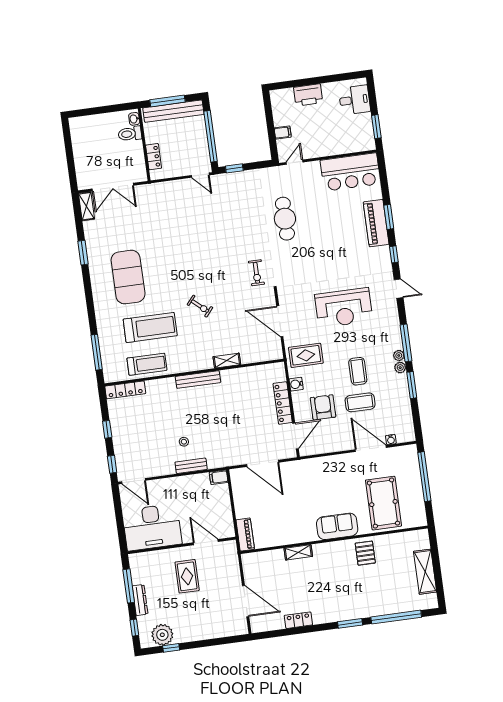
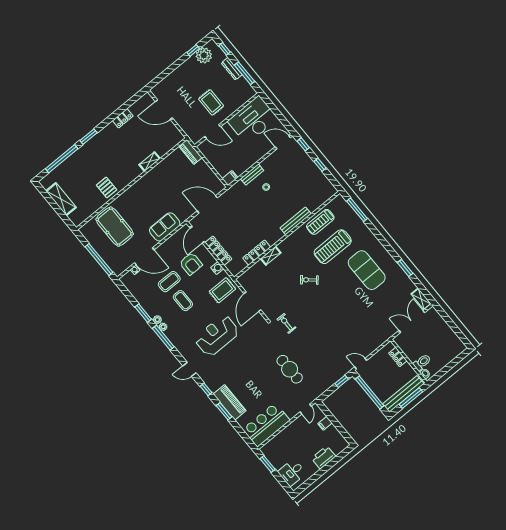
door: (280, 321) -> (252, 302), swing flipped
bench: (198, 380) -> (296, 221), moved
locker: (125, 390) -> (257, 253), moved
sofa: (337, 526) -> (165, 227), moved, turned 180

